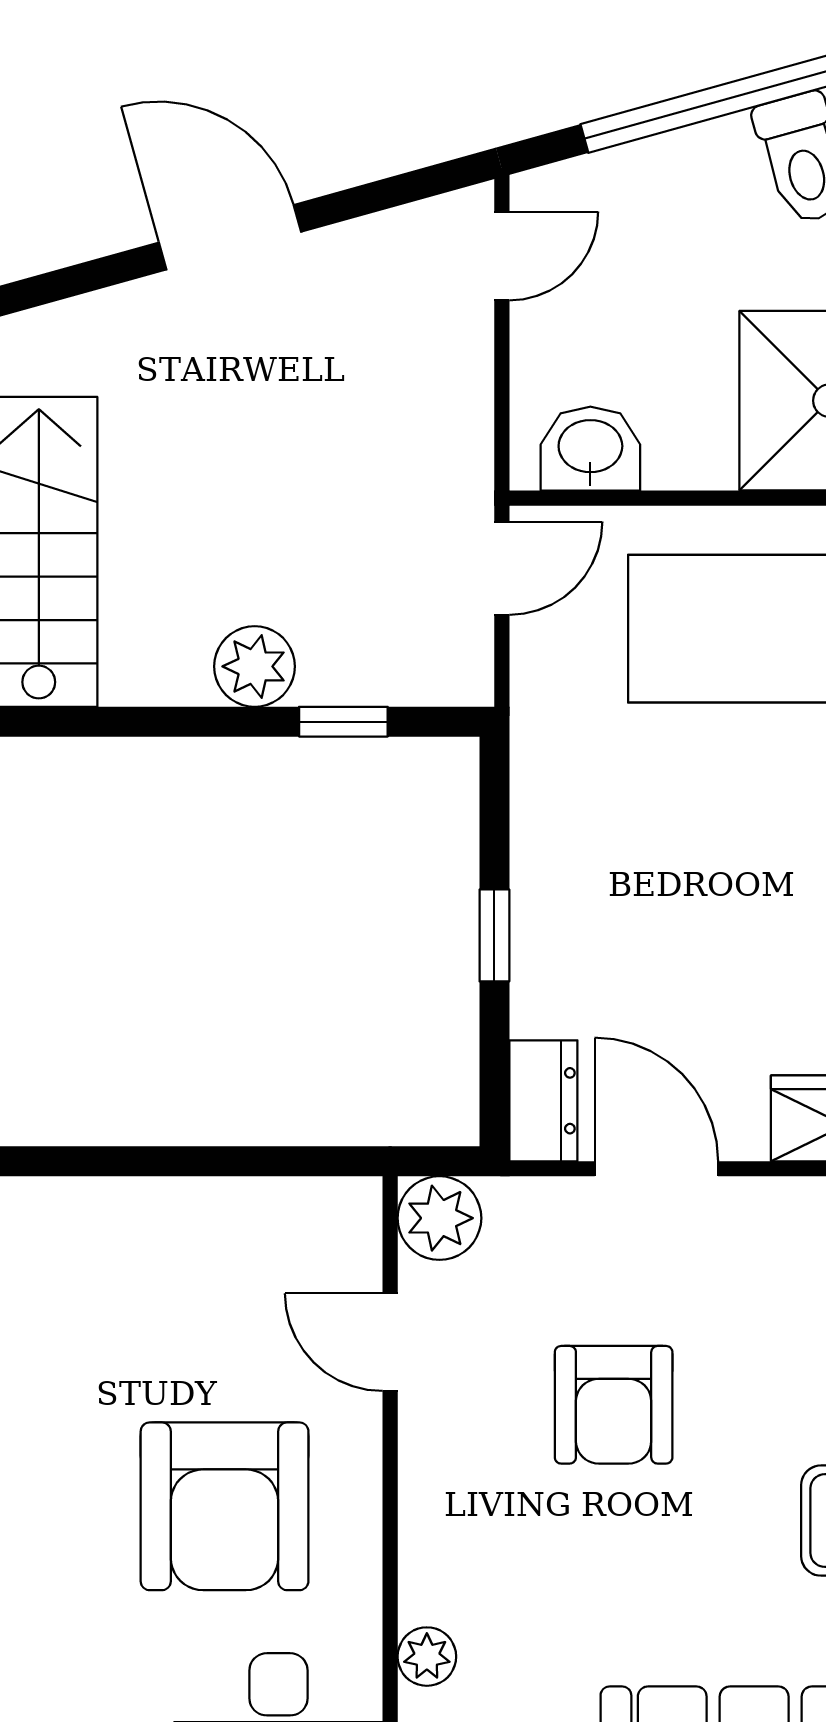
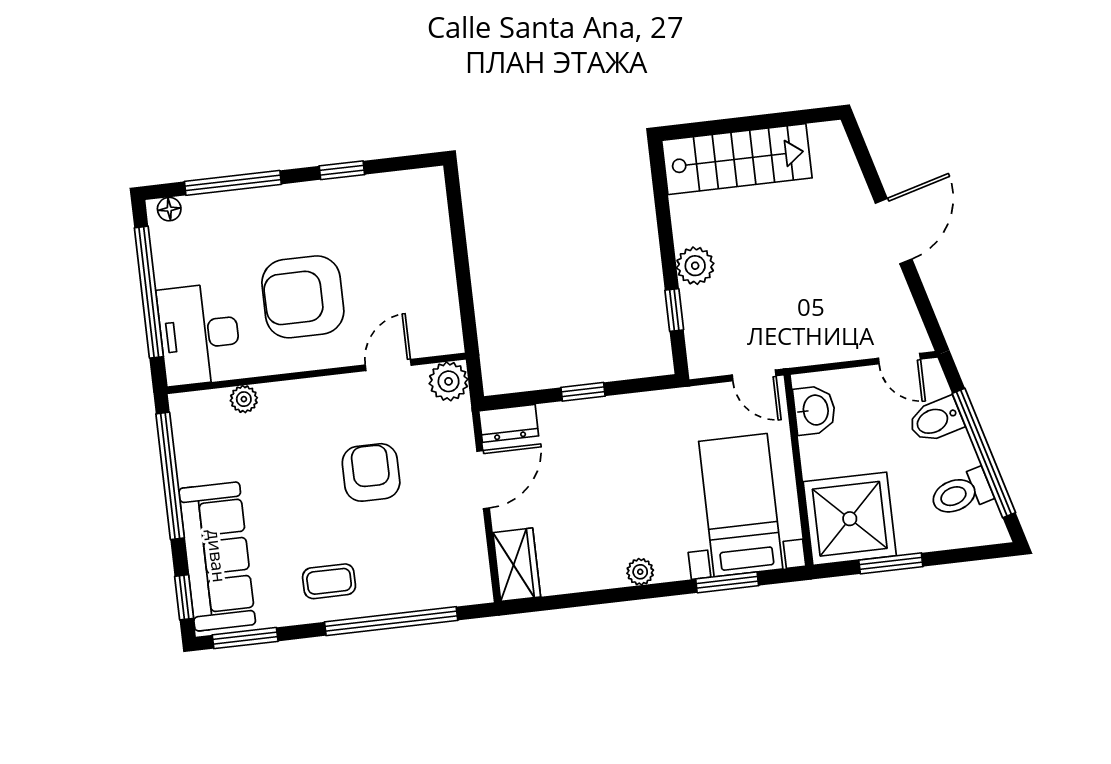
bidet: (641, 194) -> (936, 420), added
armchair: (614, 1405) -> (371, 472), turned 90

